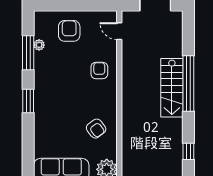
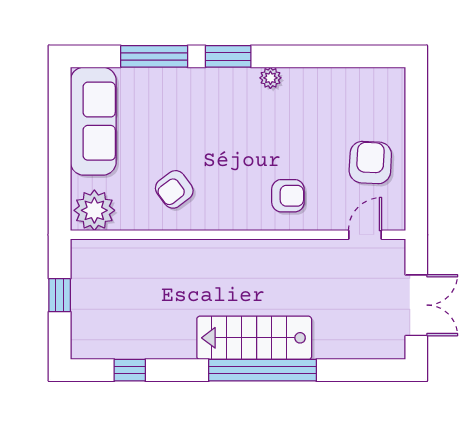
armchair: (69, 31) -> (370, 163), moved, turned -87
plant: (39, 45) -> (270, 78), moved
window: (28, 53) -> (154, 56), moved

